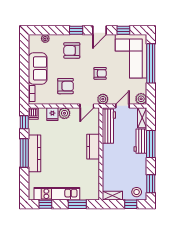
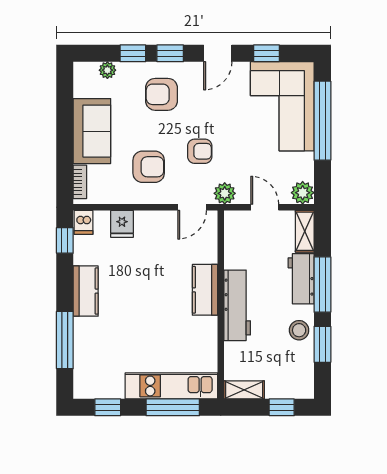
window: (58, 30) -> (133, 53), added
armchair: (100, 73) -> (200, 151), moved
door: (122, 106) -> (265, 207), hinge flipped
plant: (64, 113) -> (147, 222), removed
workbench: (109, 126) -> (237, 305), moved
window: (24, 153) -> (65, 340), moved
kitchen counter: (35, 153) -> (86, 291), width x0.67
window: (151, 184) -> (322, 344), moved
stool: (137, 192) -> (299, 330), moved
kitchen unit: (57, 194) -> (171, 386), moved
window: (77, 204) -> (173, 407), width x1.44

